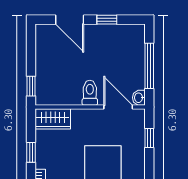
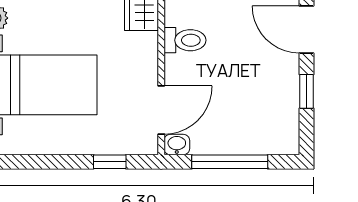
door: (70, 20) -> (307, 30), hinge flipped
toilet: (90, 93) -> (185, 40), moved

